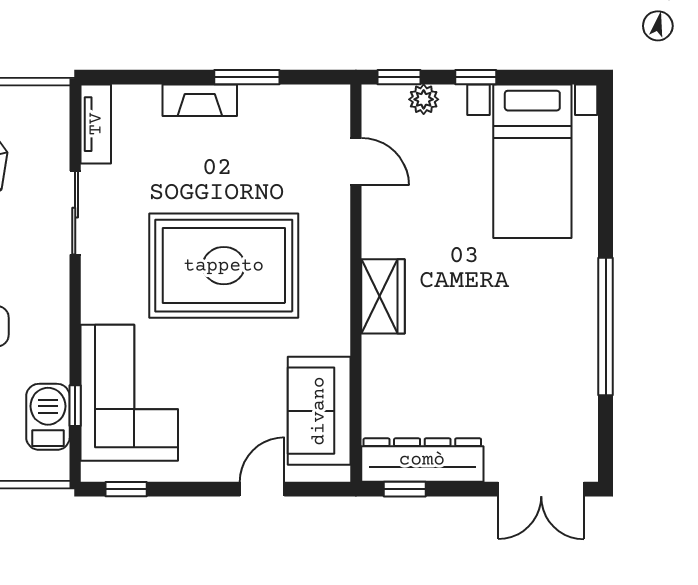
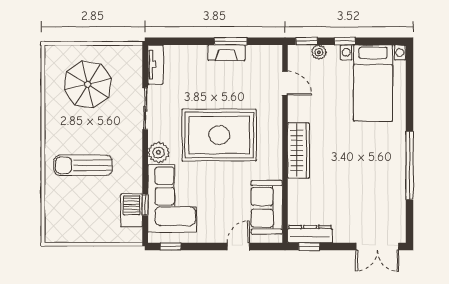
fireplace: (200, 100) -> (226, 53), moved
wardrobe: (383, 296) -> (299, 150), width x1.50
plant: (102, 301) -> (158, 152), added
dresser: (422, 460) -> (310, 234), width x0.73, depth x0.80

